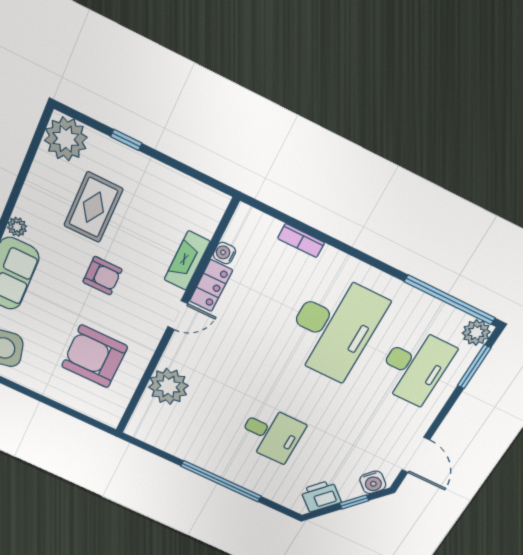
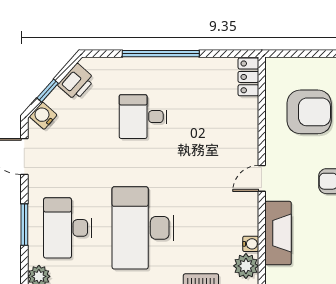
fireplace: (187, 261) -> (278, 233), width x1.37, depth x1.32
locker: (211, 286) -> (248, 77), moved
window: (474, 367) -> (24, 225), moved
plant: (168, 386) -> (246, 266), moved, width x0.73, depth x0.73

